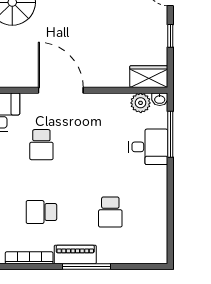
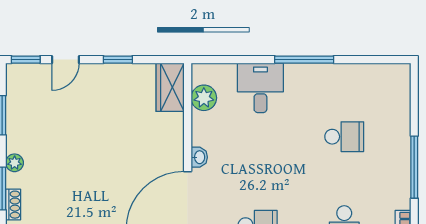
washbasin: (160, 99) -> (199, 157), moved
window: (170, 134) -> (304, 60), moved
piano: (75, 254) -> (399, 182), removed

